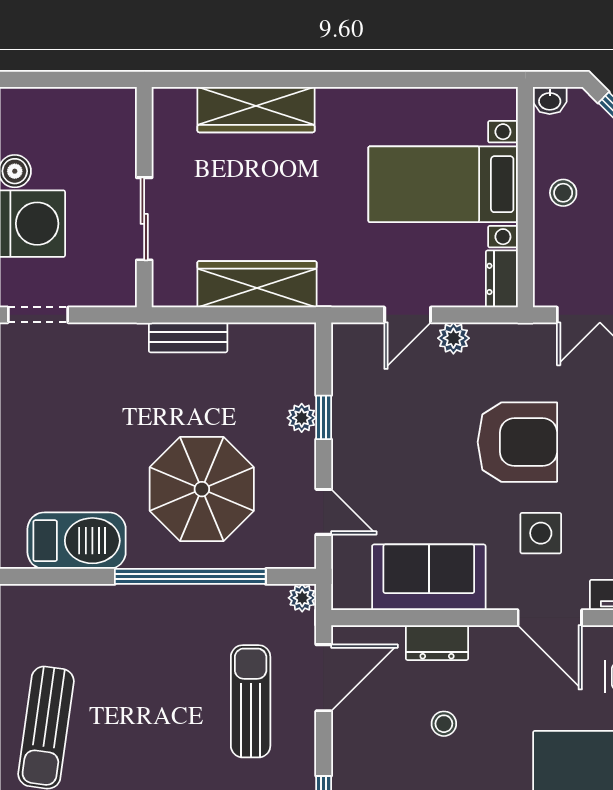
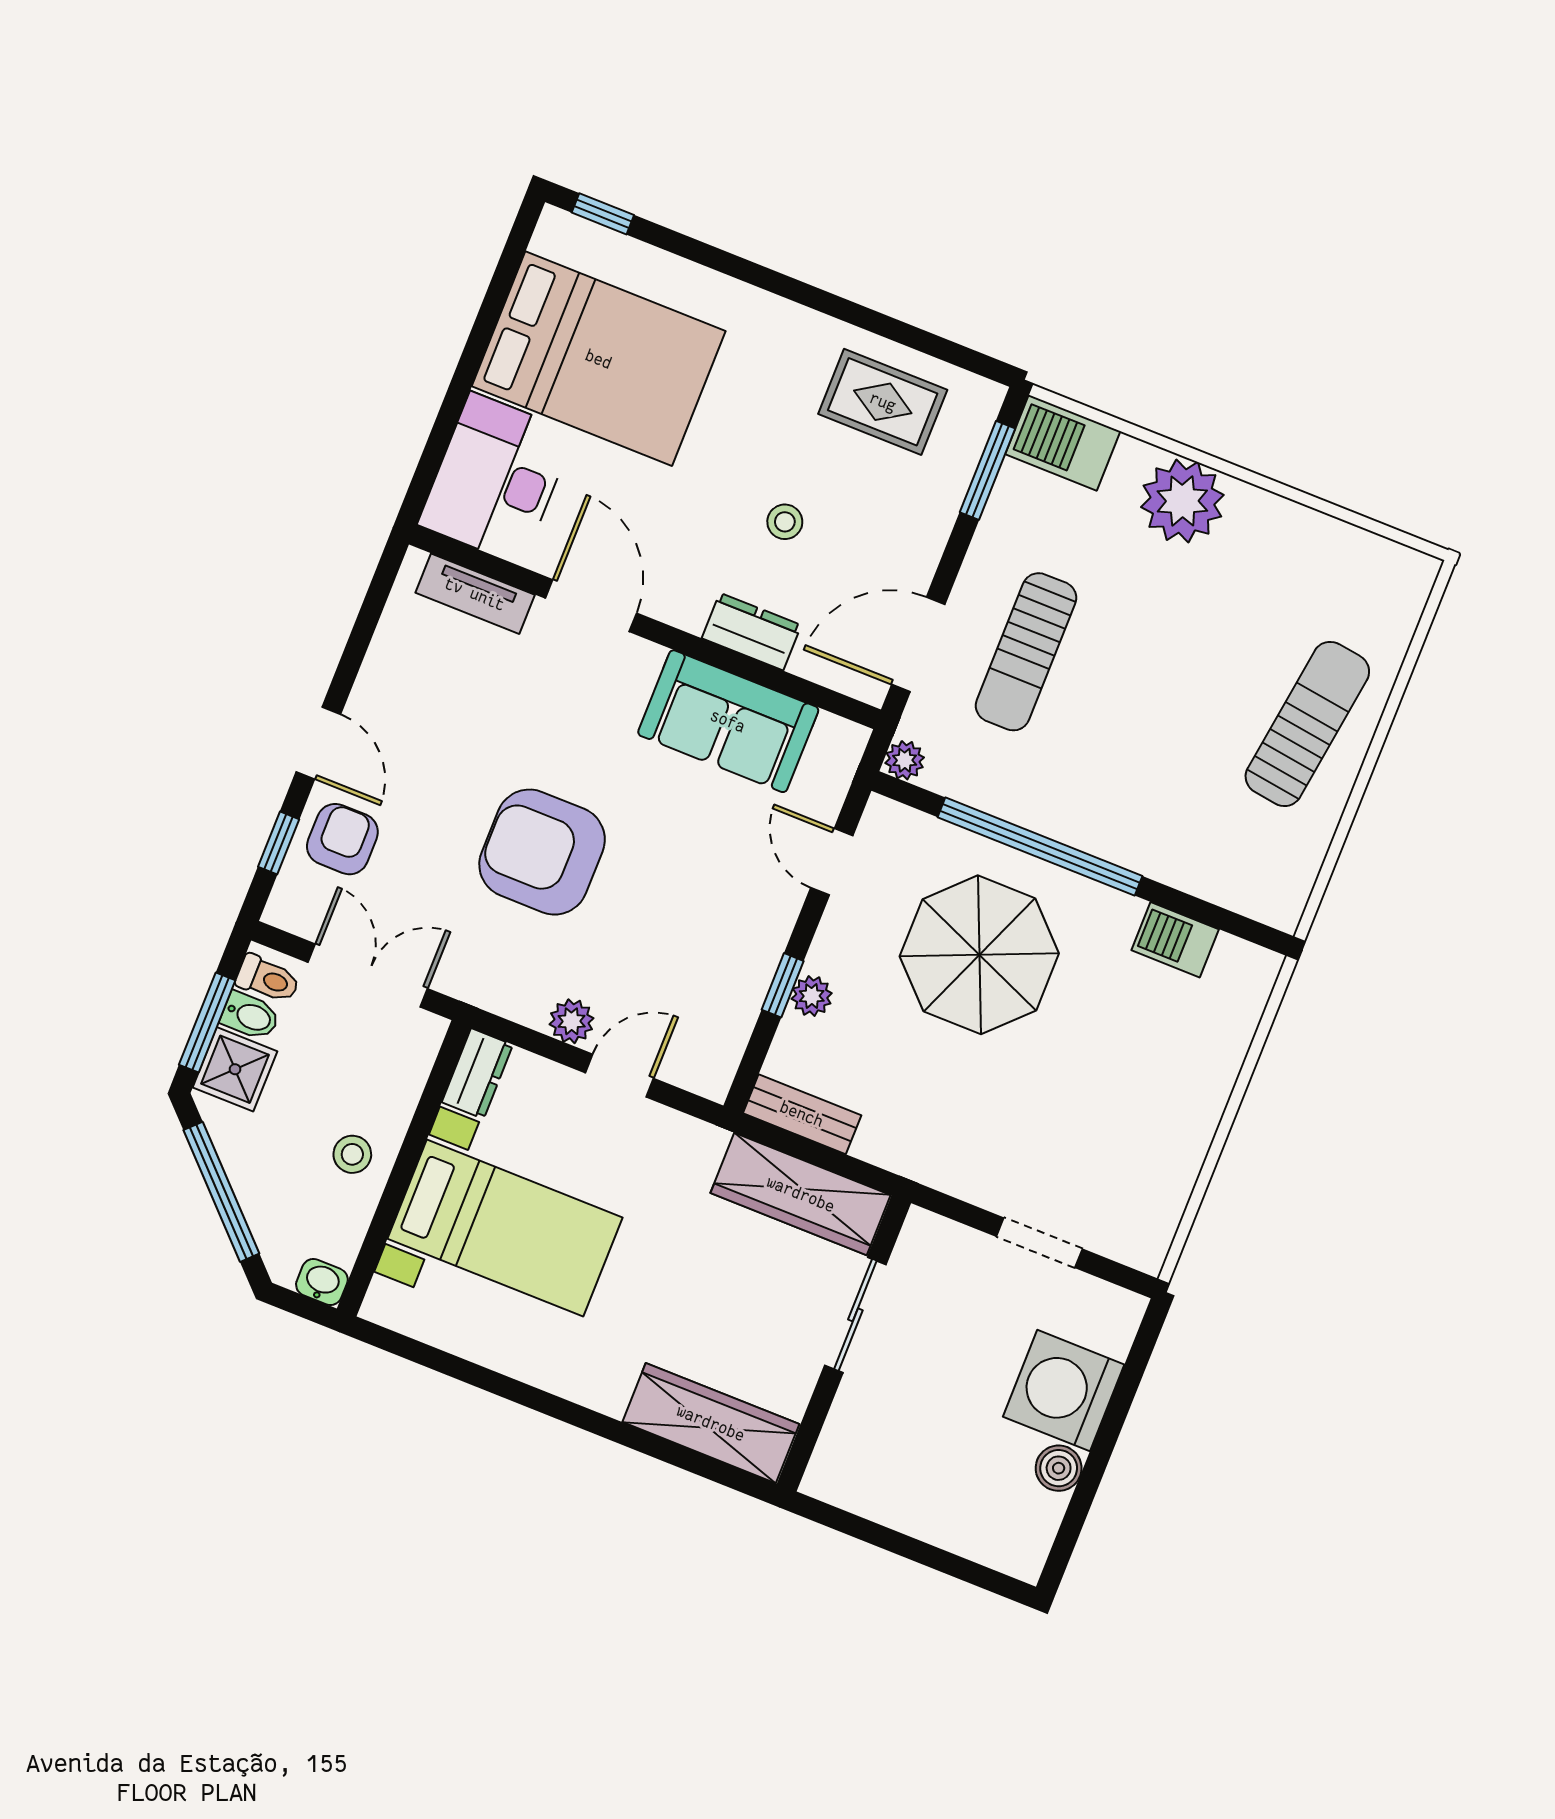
wall: (144, 197) -> (844, 1343), moved
sliding door: (144, 219) -> (855, 1315), moved
doorway: (38, 315) -> (1039, 1243), moved
bench: (188, 337) -> (802, 1114), moved
side table: (541, 533) -> (559, 721), removed
barbecue: (77, 541) -> (1175, 940), width x0.53, depth x0.65

